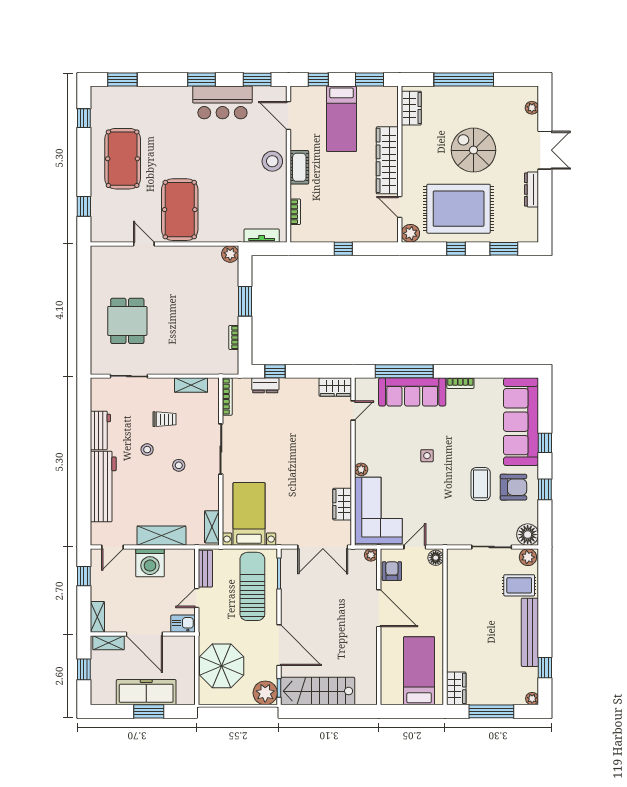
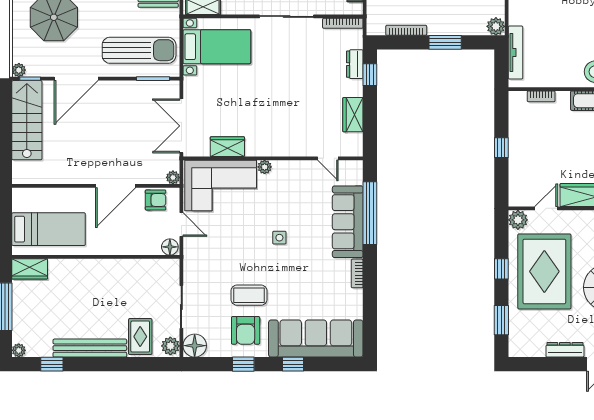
tv unit: (262, 236) -> (515, 53), width x1.41
bookcase: (234, 337) -> (406, 30), width x1.56
wardrobe: (335, 387) -> (353, 115), moved
plant: (265, 693) -> (19, 70), width x0.53, depth x0.53

